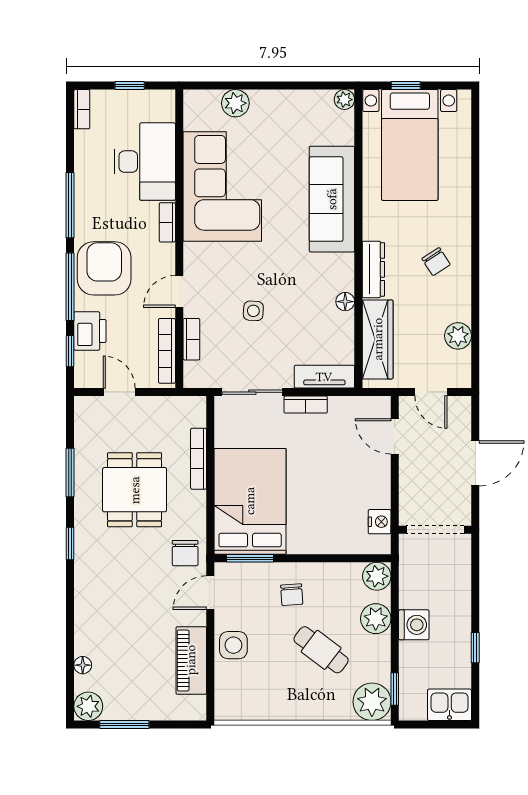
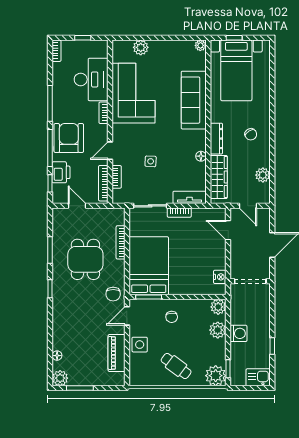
cafe table: (321, 650) -> (176, 366), moved

